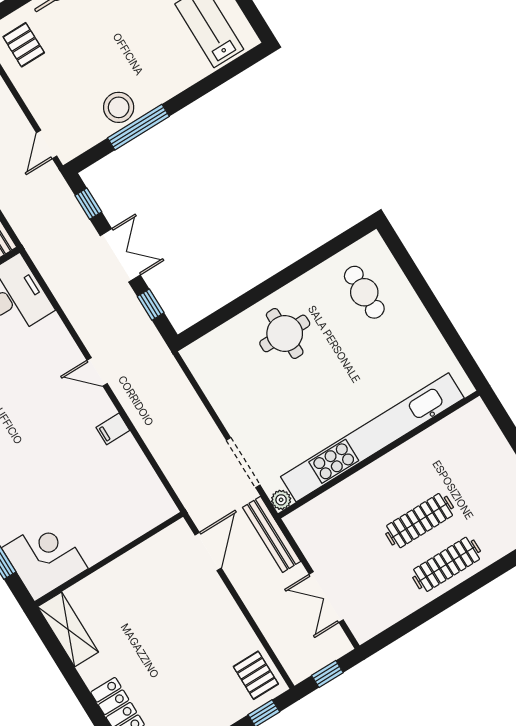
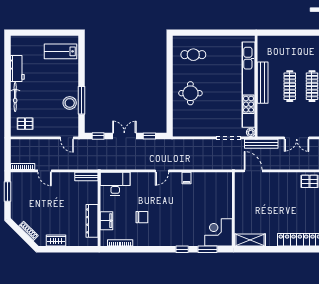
bench: (393, 463) -> (263, 83), added

